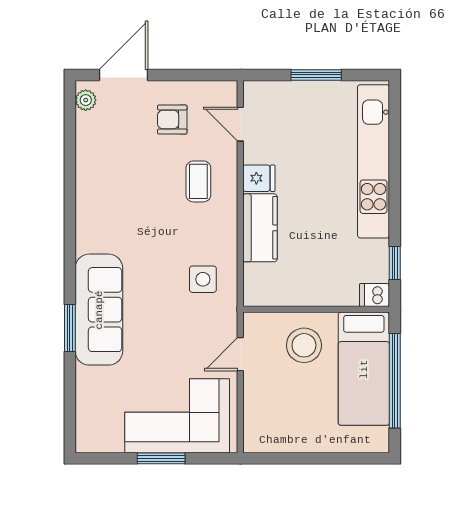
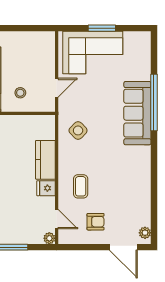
door: (123, 75) -> (123, 247), hinge flipped
plant: (253, 90) -> (49, 238), added
side table: (203, 279) -> (78, 130), turned 45
window: (70, 328) -> (154, 103), width x2.11
stool: (304, 345) -> (20, 93), width x0.53, depth x0.53

